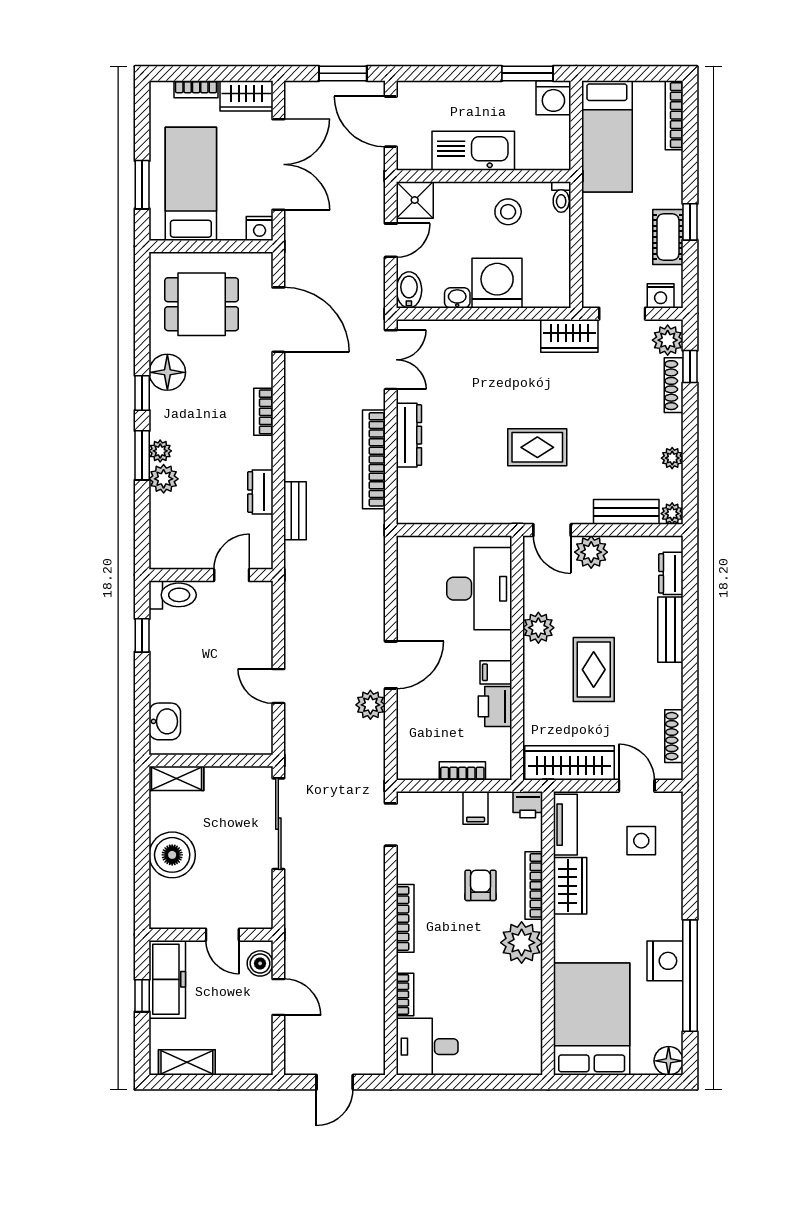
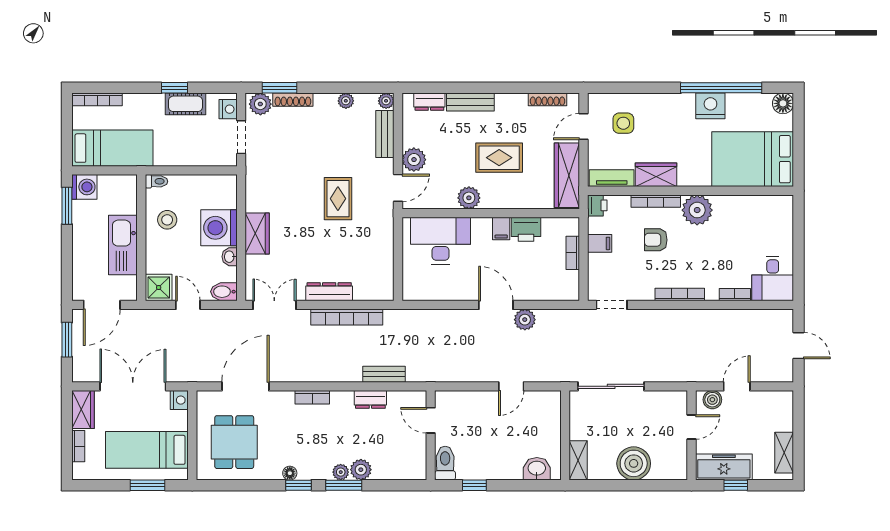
wardrobe: (569, 336) -> (257, 233), moved
window: (690, 367) -> (279, 88), width x1.50
floor lamp: (167, 372) -> (290, 473), width x0.53, depth x0.53

